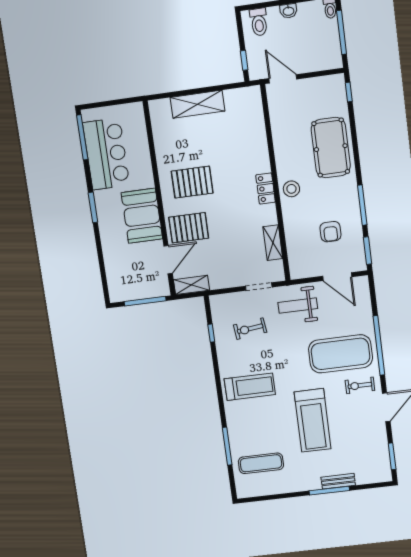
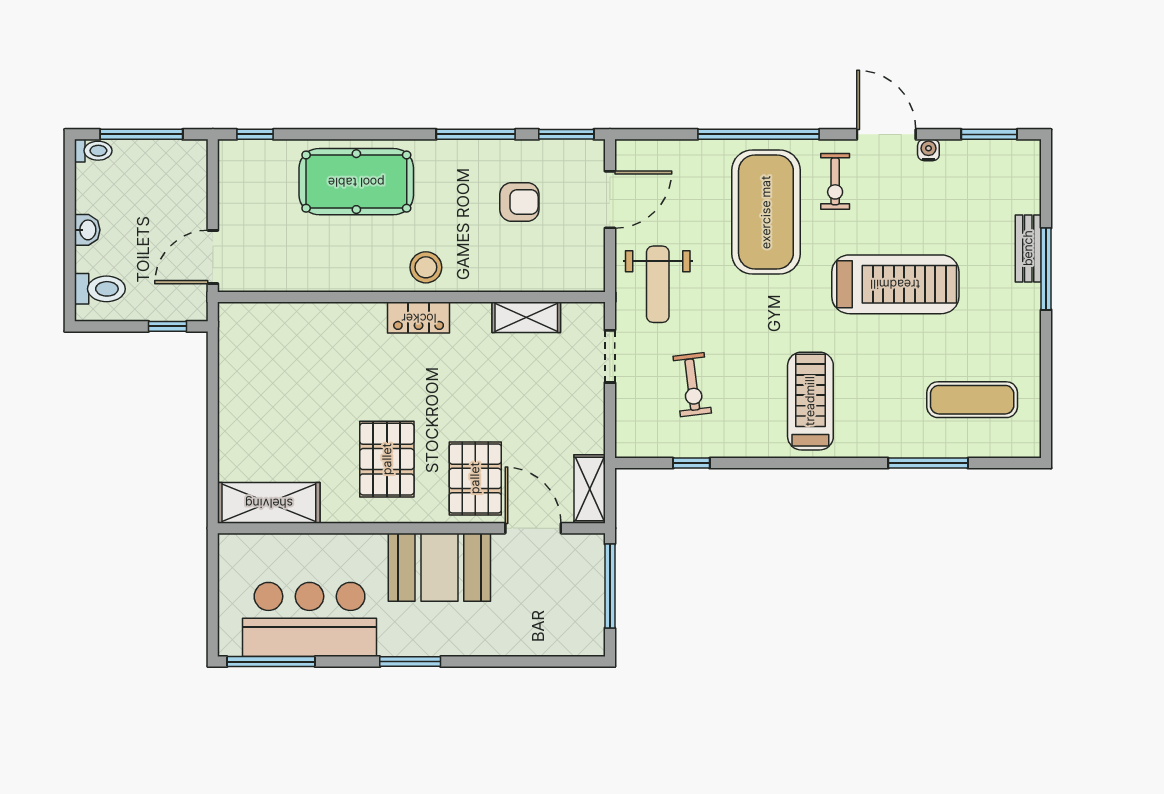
shelving: (197, 104) -> (269, 503), moved, turned 90
water cooler: (381, 428) -> (928, 150), added
exercise mat: (261, 463) -> (972, 400), turned 90

